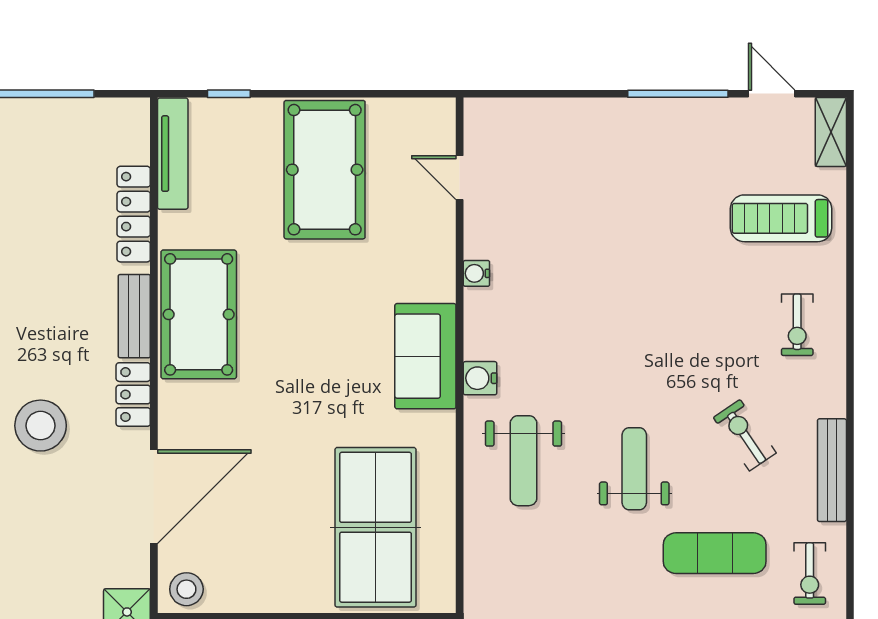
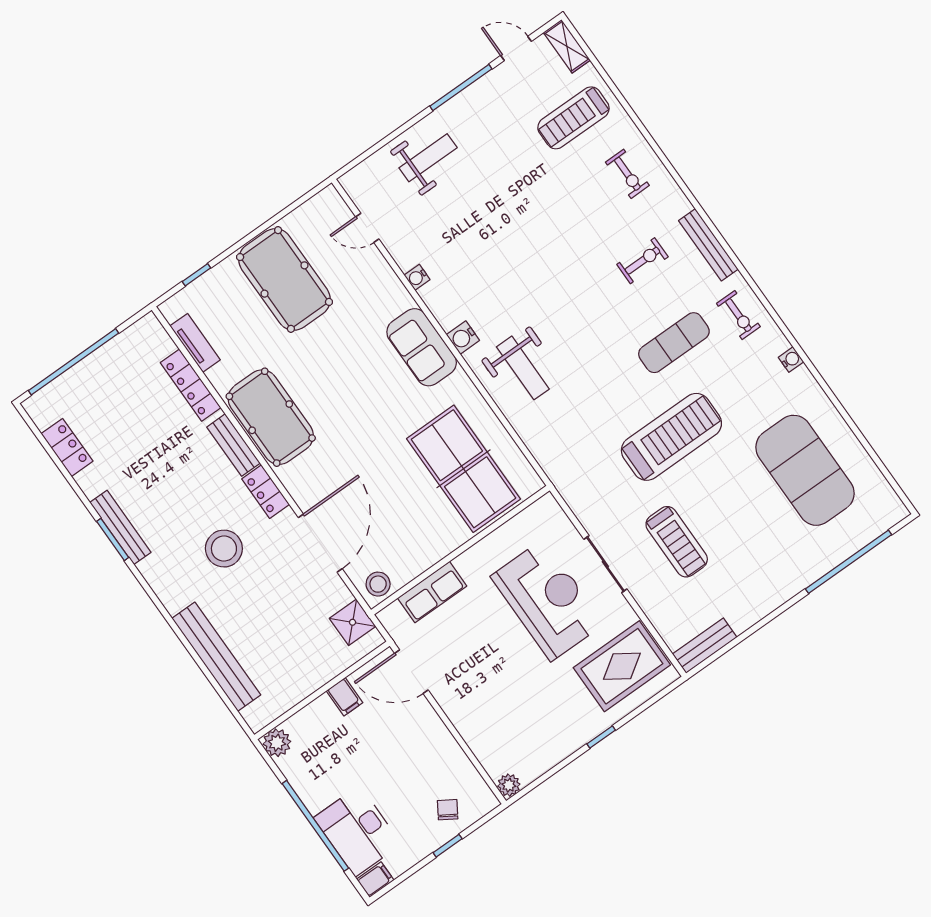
tv unit: (173, 154) -> (195, 343), width x0.71
exercise bike: (745, 435) -> (642, 261), turned 124
weight bench: (634, 469) -> (428, 158), moved, turned 90

